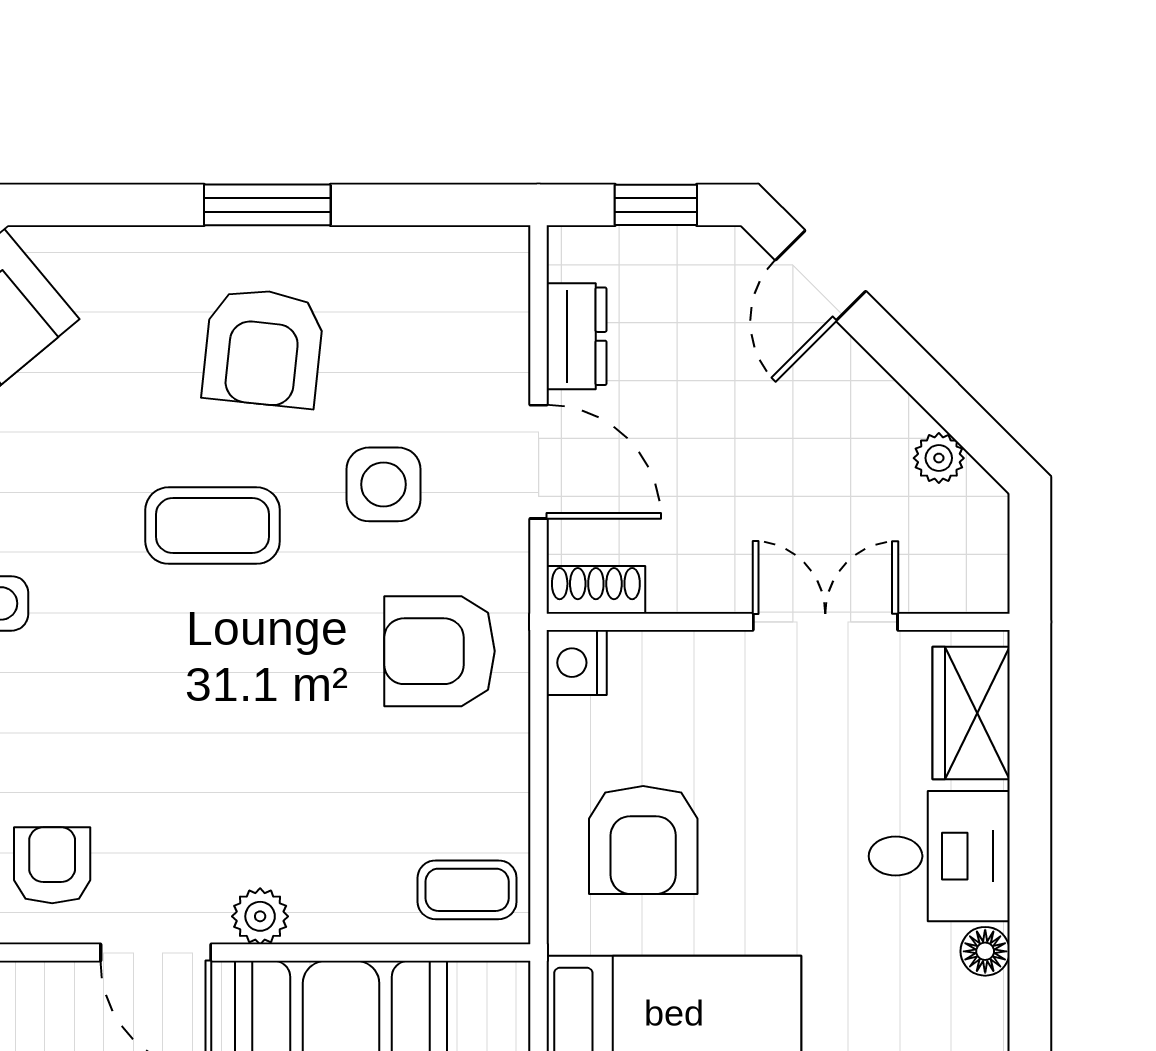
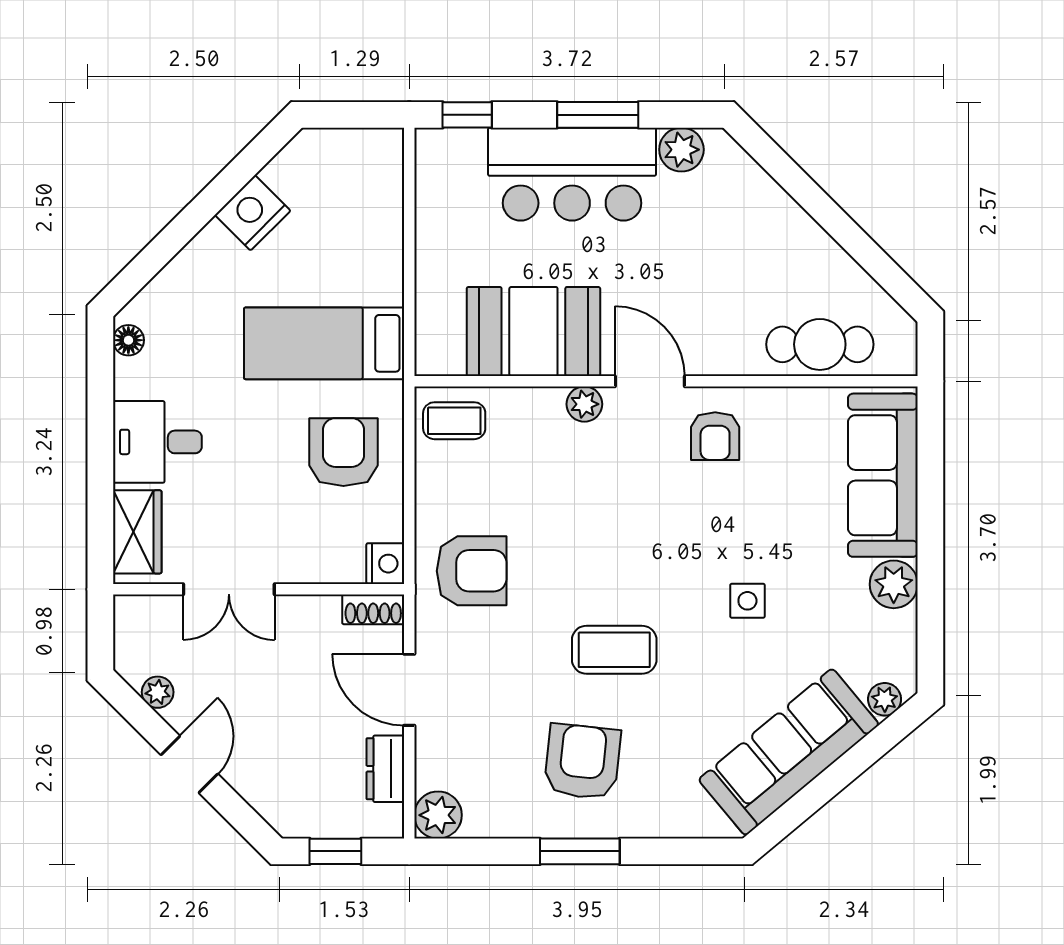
plant: (493, 263) -> (438, 815), added
door: (821, 276) -> (189, 764), moved
side table: (384, 484) -> (507, 676), removed
floor lamp: (985, 951) -> (128, 340), moved

